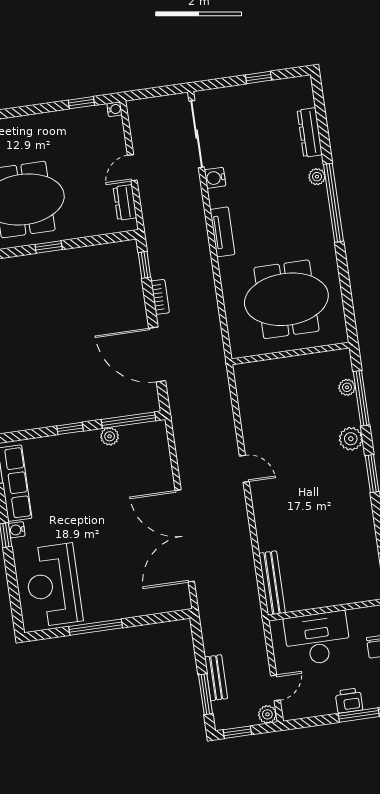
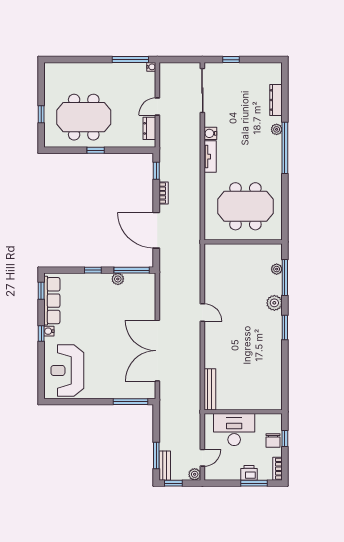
window: (258, 78) -> (231, 60), moved
window: (81, 103) -> (130, 60), width x2.17
water cooler: (215, 178) -> (210, 133), moved
window: (96, 627) -> (130, 402), moved
bench: (216, 678) -> (165, 466), moved

